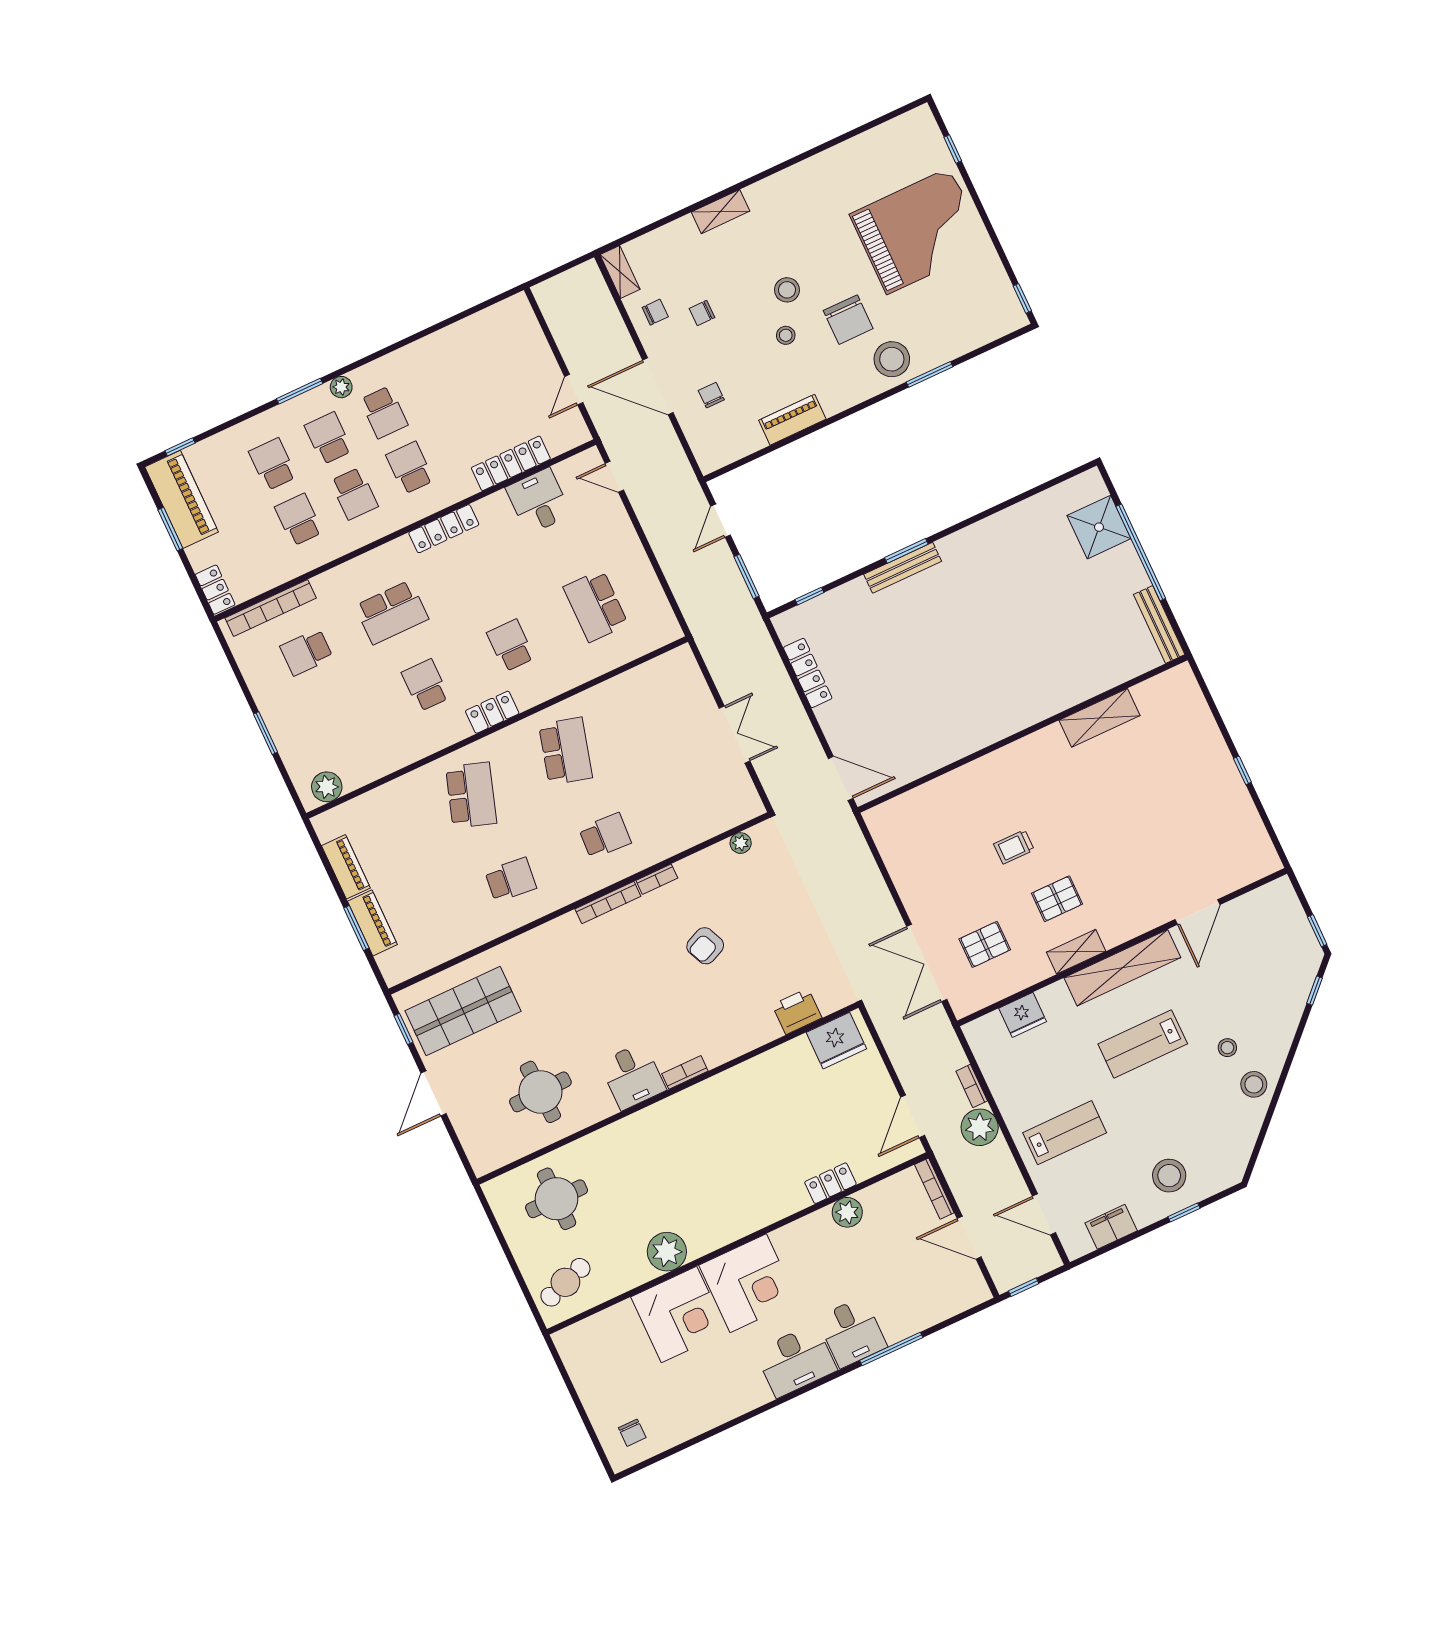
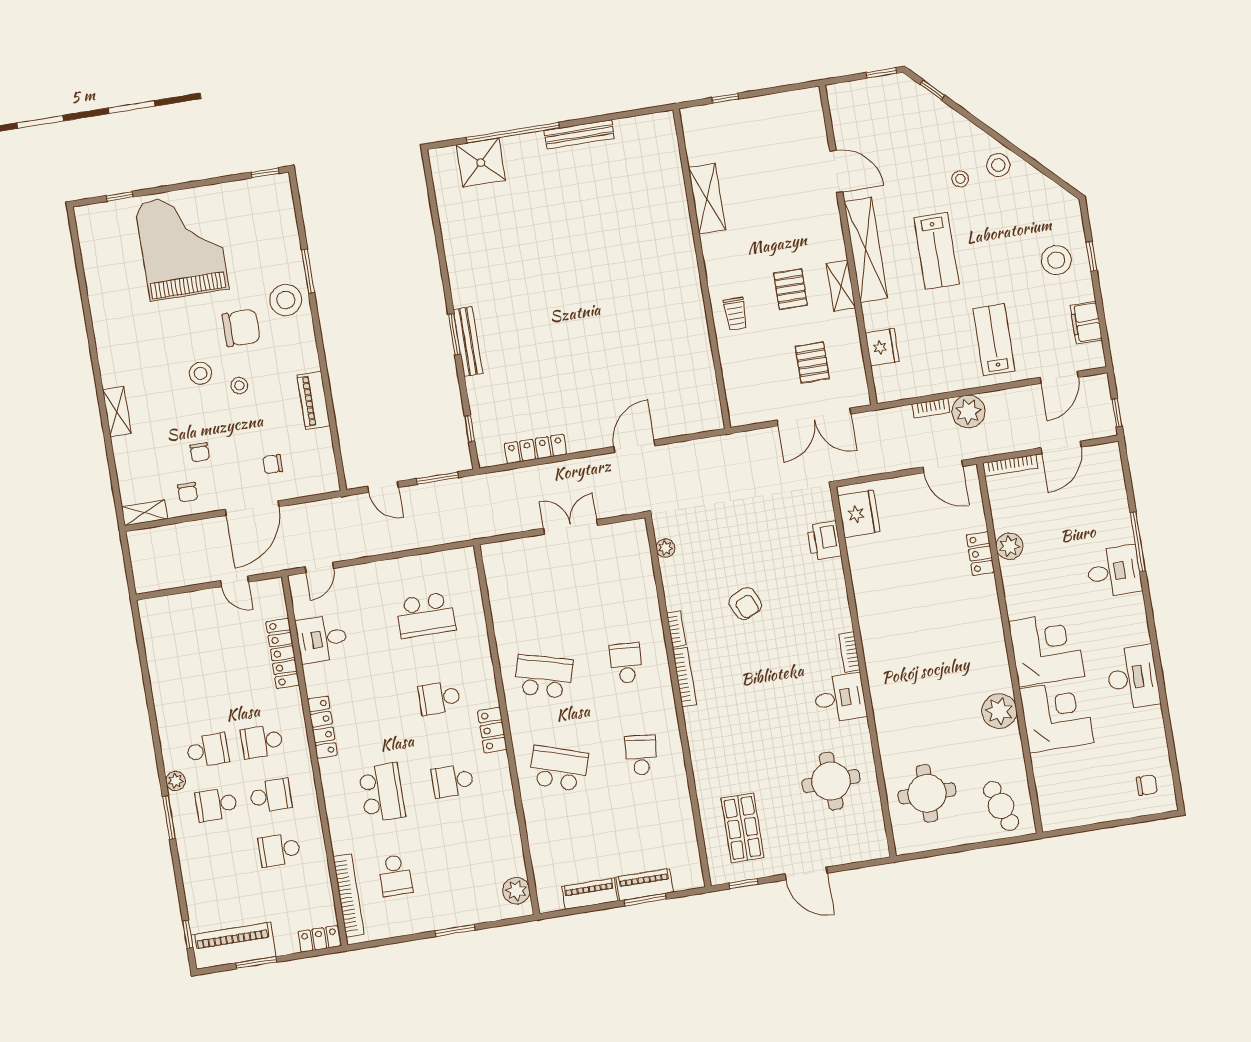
chair: (655, 312) -> (188, 492), turned 180
school desk: (273, 464) -> (225, 859), removed
shelving: (1100, 718) -> (707, 199), moved
wall: (1023, 734) -> (702, 269), moved
shop shelf: (463, 1011) -> (743, 828), width x0.70, depth x0.74
desk: (796, 1360) -> (1133, 677), moved

